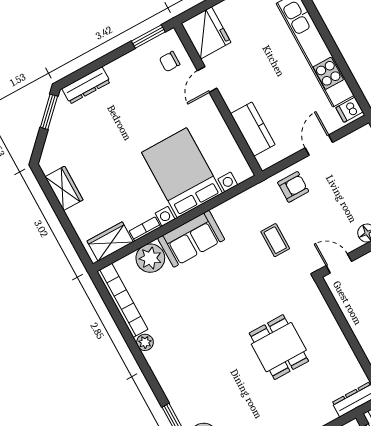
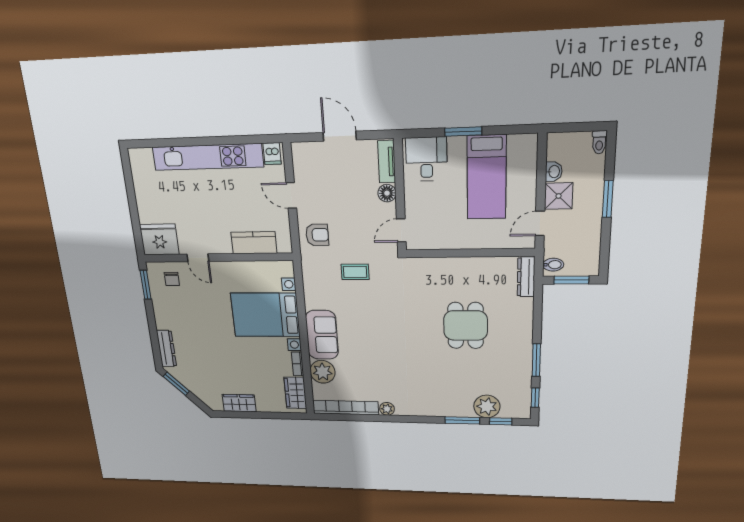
armchair: (293, 187) -> (317, 235), turned 90
dining table: (279, 347) -> (466, 325), moved, turned 90

